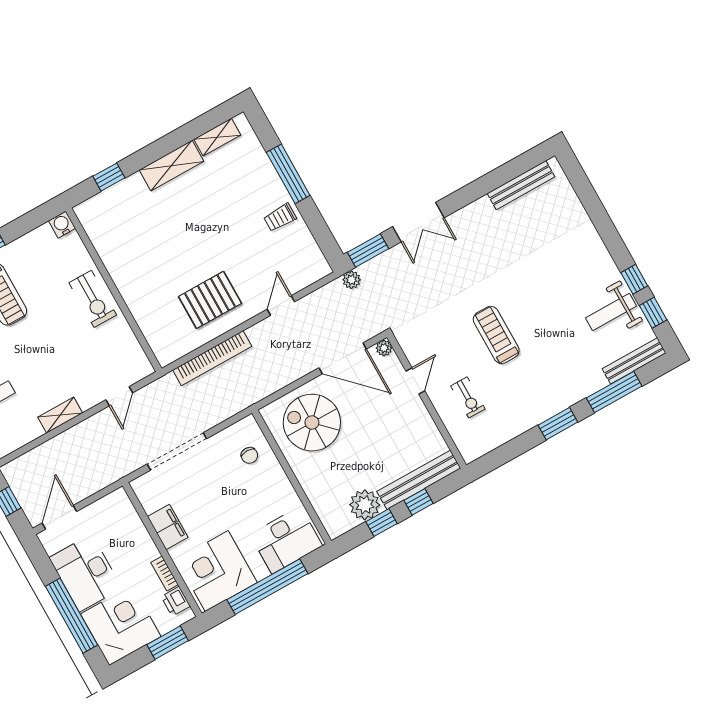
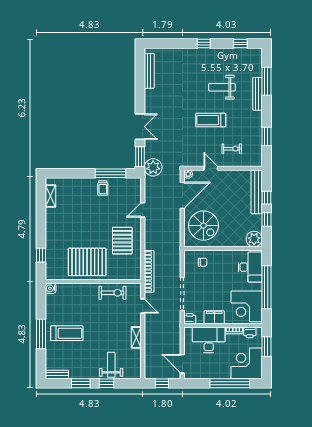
shelving: (172, 166) -> (52, 224), removed
window: (288, 174) -> (111, 173), moved
pallet: (141, 261) -> (87, 262), added
window: (634, 279) -> (204, 43), moved
plant: (352, 280) -> (153, 167), width x1.88, depth x1.88
exercise bike: (93, 299) -> (113, 293), moved
door: (281, 305) -> (143, 210), hinge flipped
weight bench: (611, 312) -> (222, 87), moved, turned 90
bookcase: (212, 358) -> (149, 271), moved
bench: (634, 361) -> (257, 94), moved
spiral stairs: (312, 423) -> (204, 226), turned -90
window: (558, 424) -> (266, 136), moved
printer: (142, 487) -> (190, 319), added
plant: (365, 505) -> (254, 239), moved
desk: (86, 573) -> (209, 340), moved, turned 180

